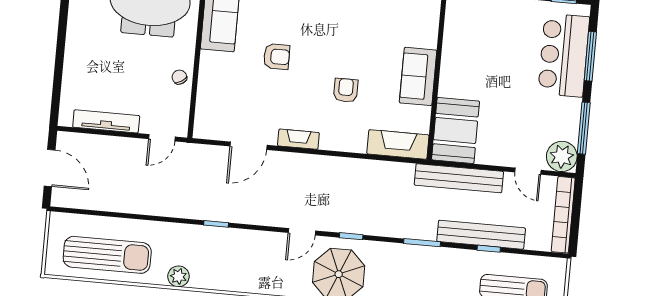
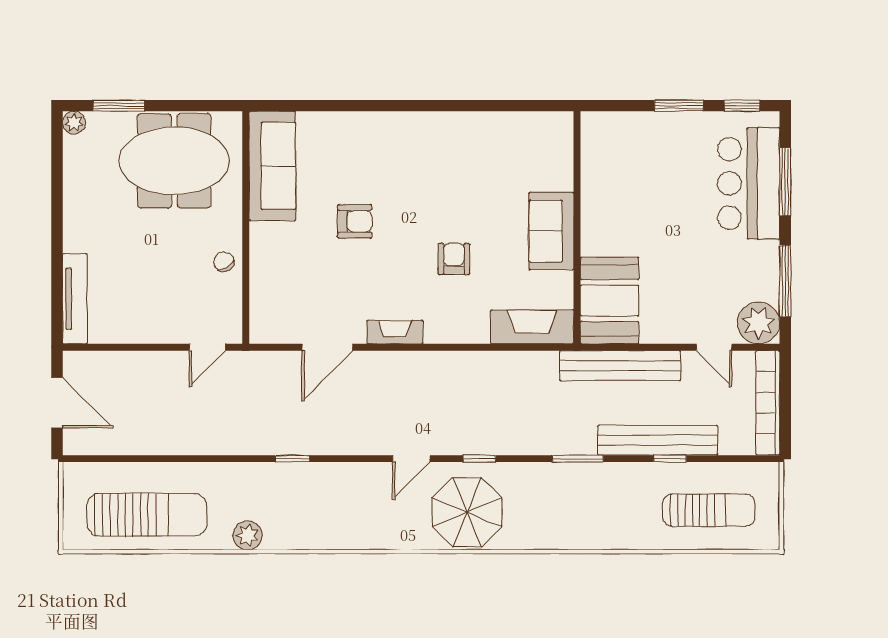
tv unit: (106, 121) -> (75, 299), moved, turned 90

